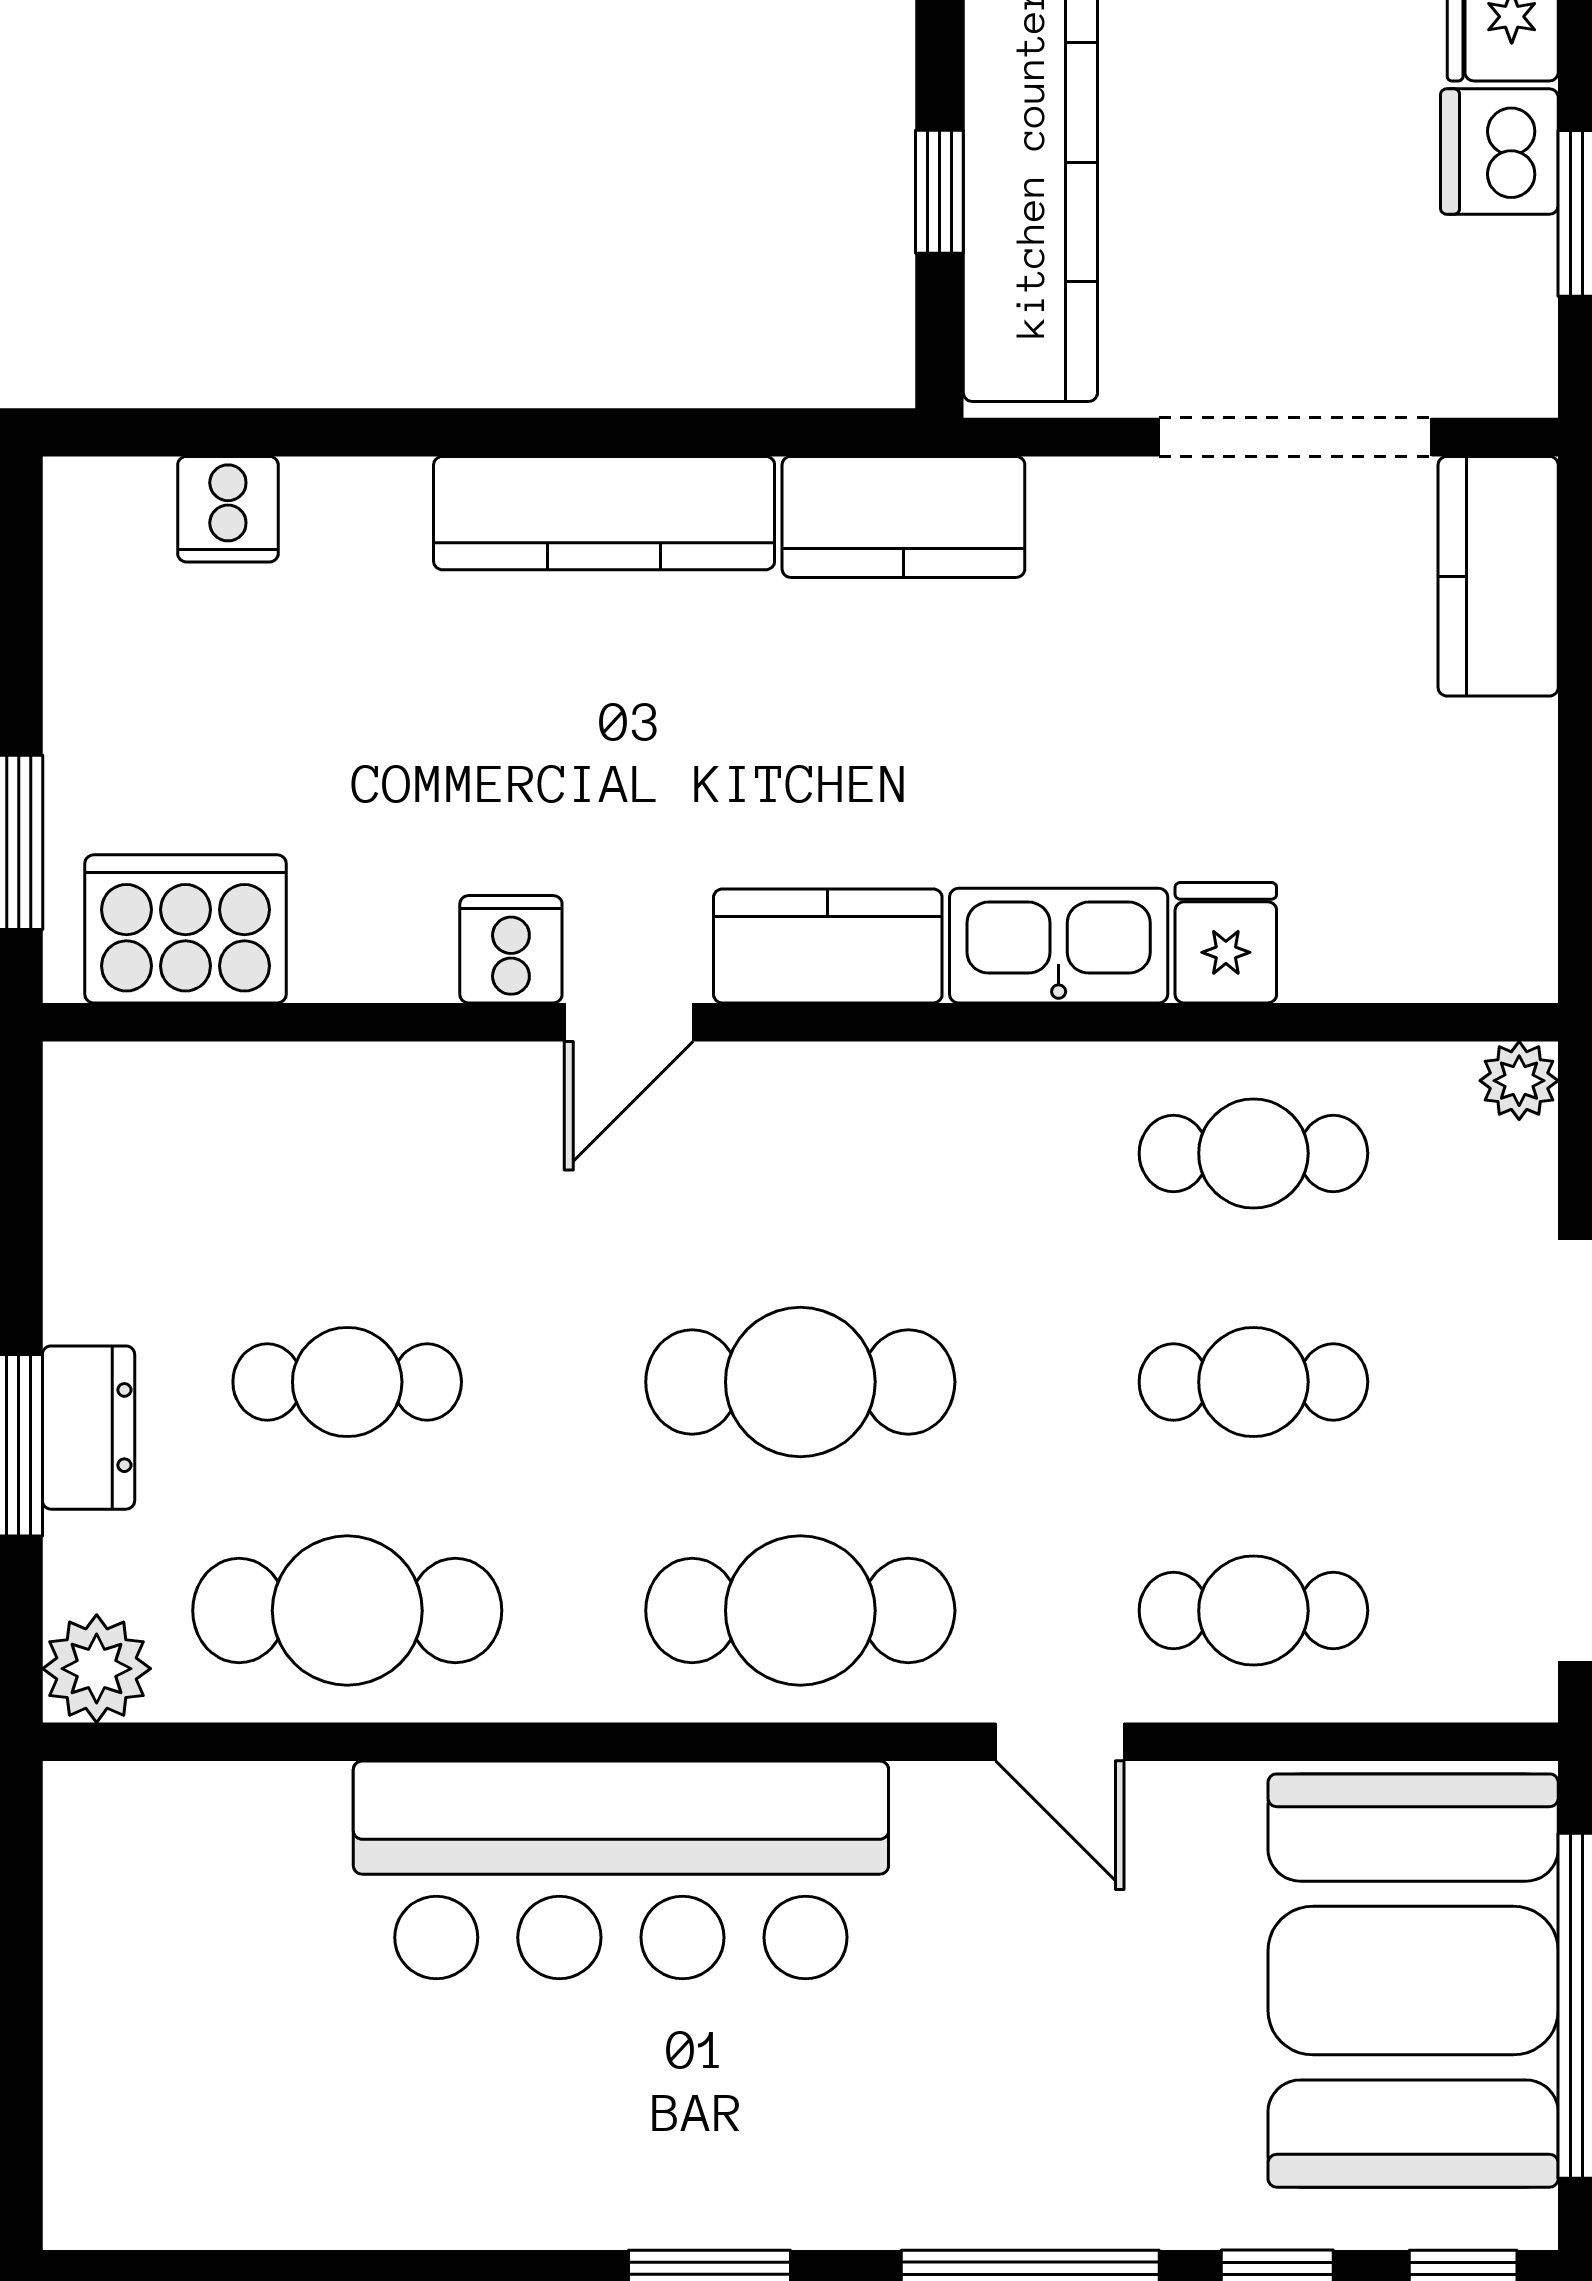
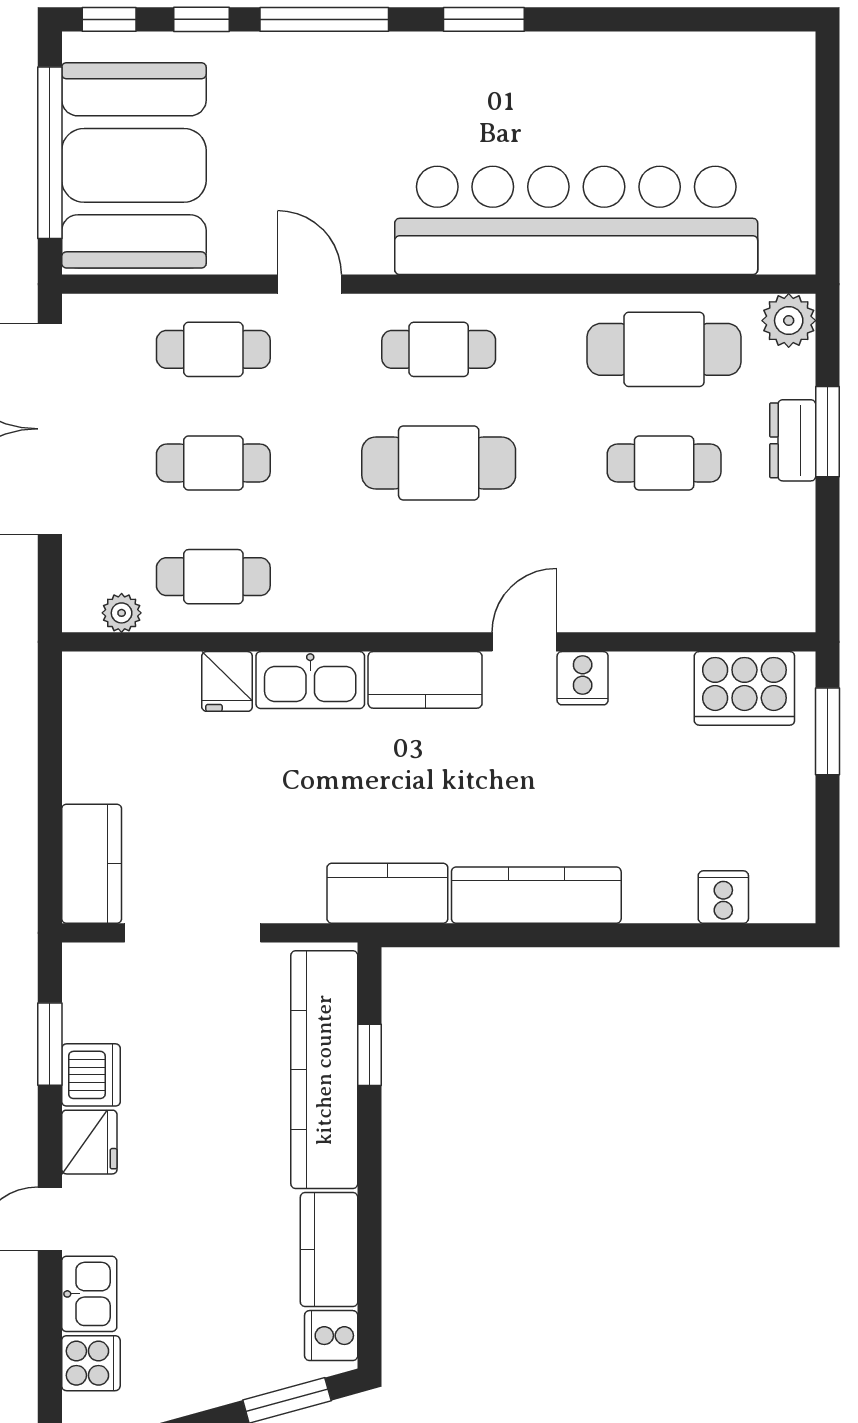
plant: (1519, 1081) -> (122, 613), moved
cafe table: (800, 1611) -> (439, 349), width x0.73, depth x0.74
bar counter: (621, 1870) -> (576, 220), width x1.36

